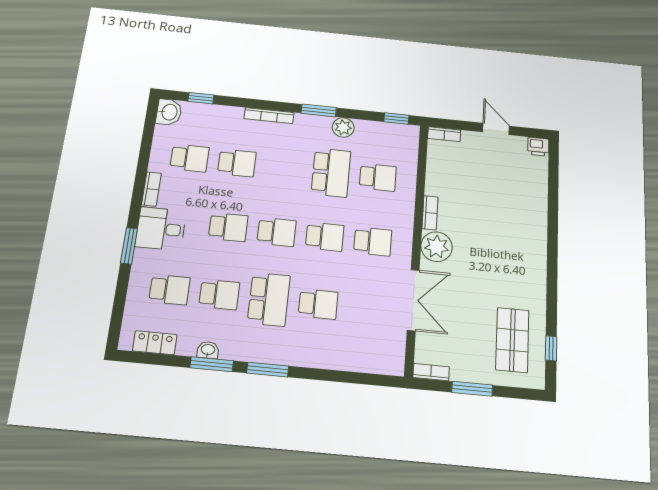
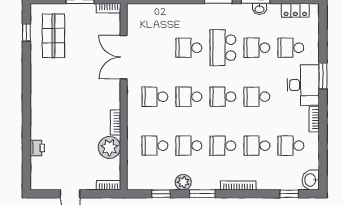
window: (396, 119) -> (161, 194), moved
printer: (538, 147) -> (37, 148), moved, turned 90
school desk: (284, 168) -> (223, 146), added
school desk: (331, 173) -> (189, 146), width x0.54
desk: (161, 229) -> (303, 85), width x1.37
plant: (437, 247) -> (109, 147), moved

